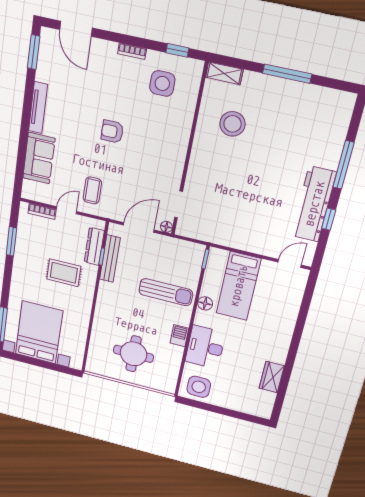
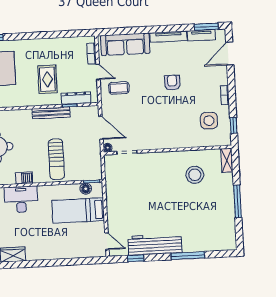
tv unit: (44, 62) -> (201, 35), added
armchair: (112, 132) -> (172, 83), moved
sofa: (39, 158) -> (125, 44), width x1.36
window: (329, 219) -> (136, 258), moved
window: (11, 241) -> (60, 34), removed
bench: (110, 259) -> (51, 113), moved
floor lamp: (205, 303) -> (86, 189), moved

